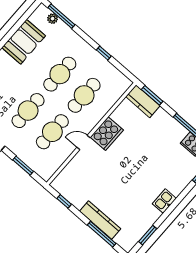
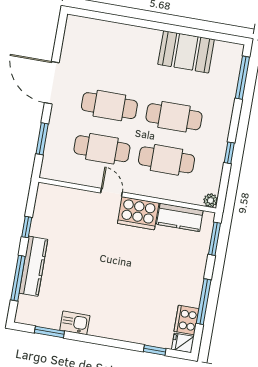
plant: (53, 19) -> (211, 200), moved
kitchen counter: (143, 101) -> (180, 217), moved, turned -90
window: (64, 201) -> (27, 227), moved
kitchen sink: (164, 201) -> (75, 323), moved

